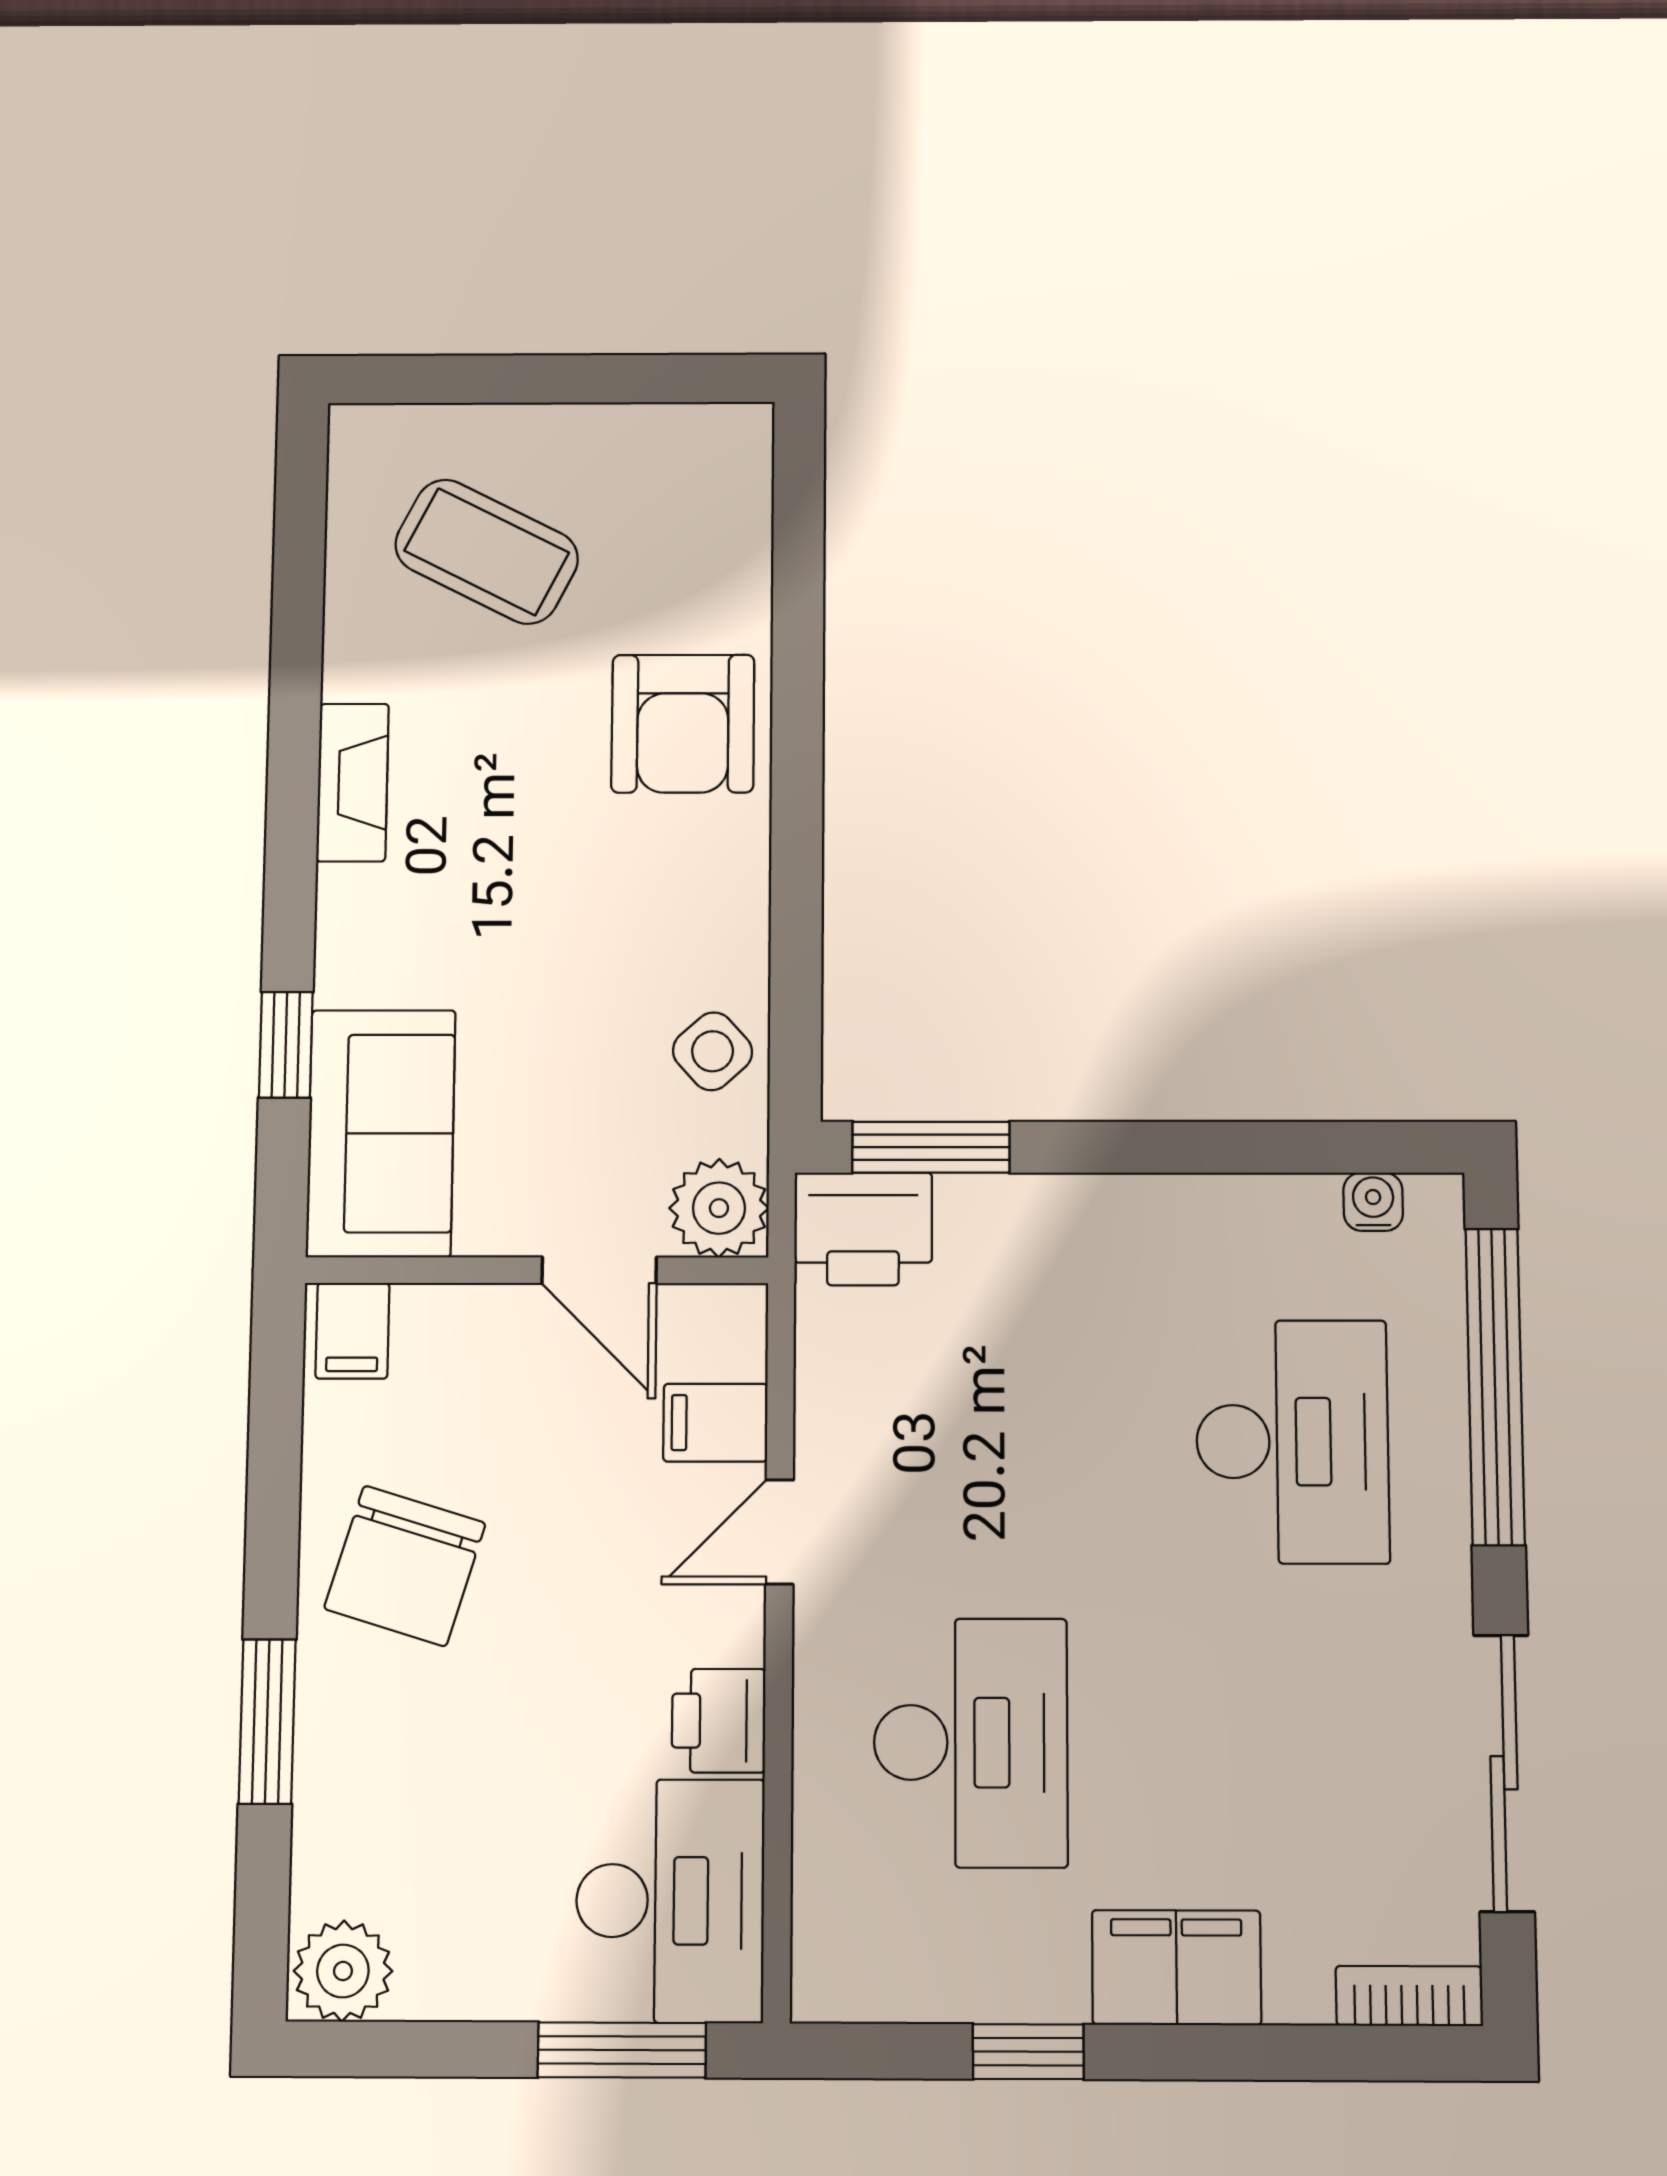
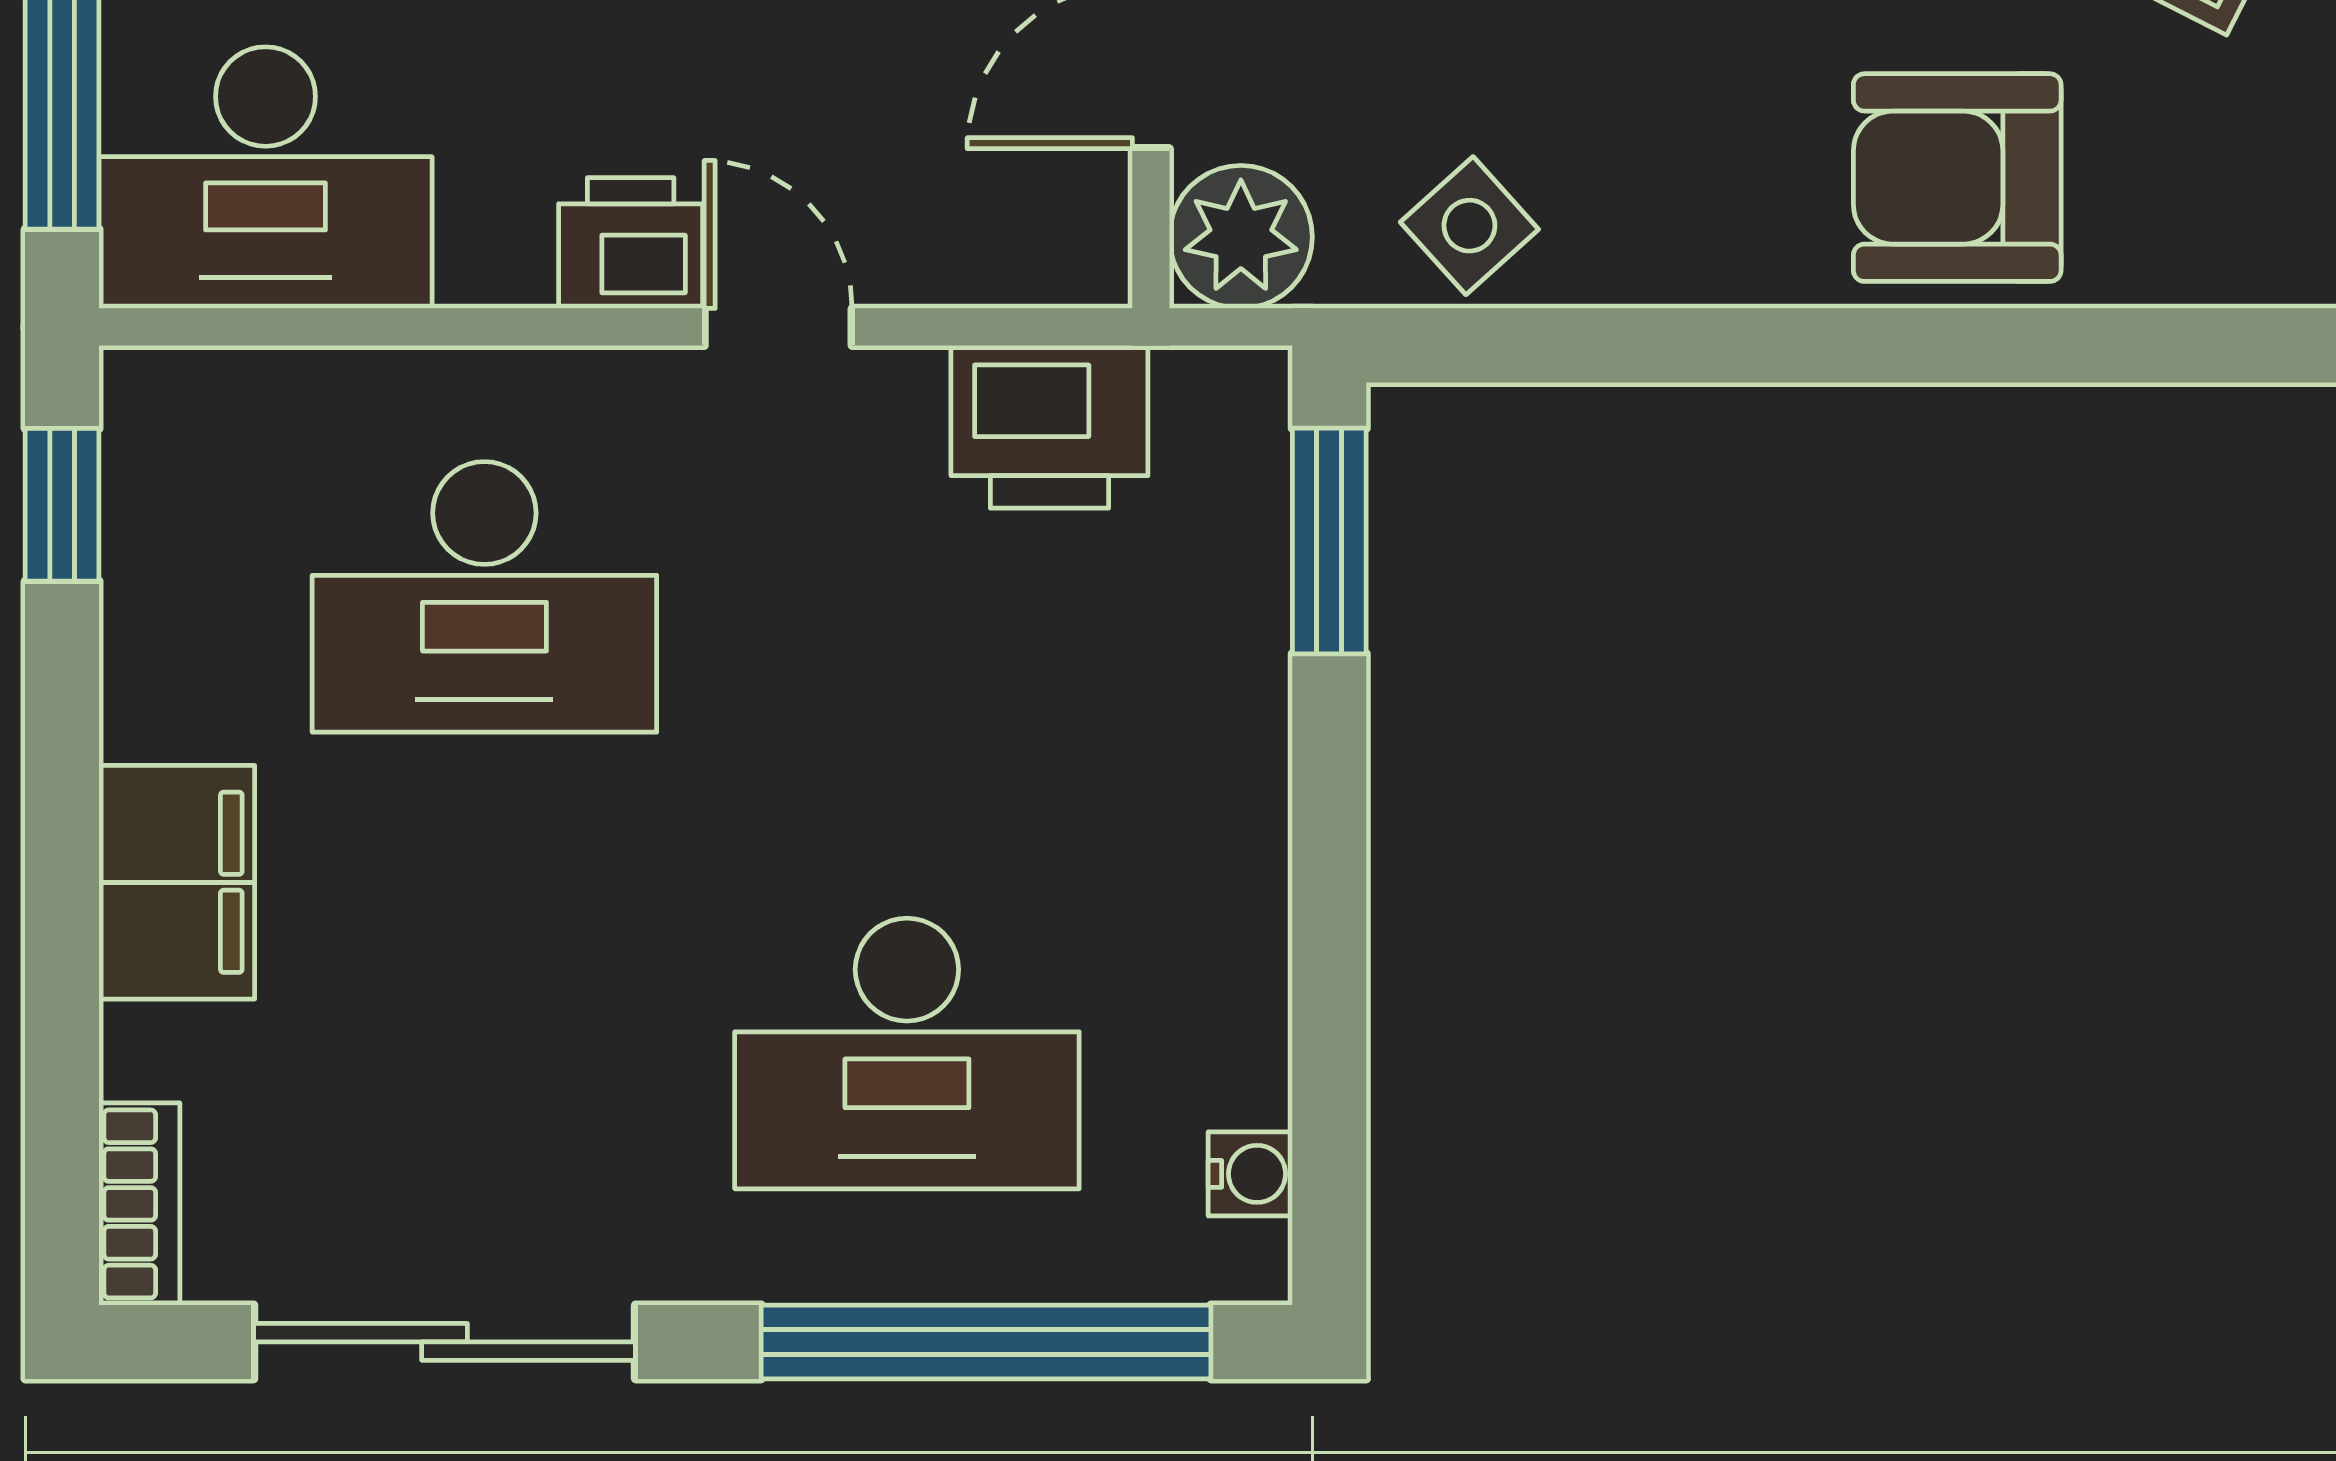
printer: (863, 1229) -> (1049, 427), moved, turned -90
filing cabinet: (715, 1423) -> (933, 235), removed
printer: (719, 1721) -> (631, 243), moved
window: (1028, 2052) -> (62, 505), moved

